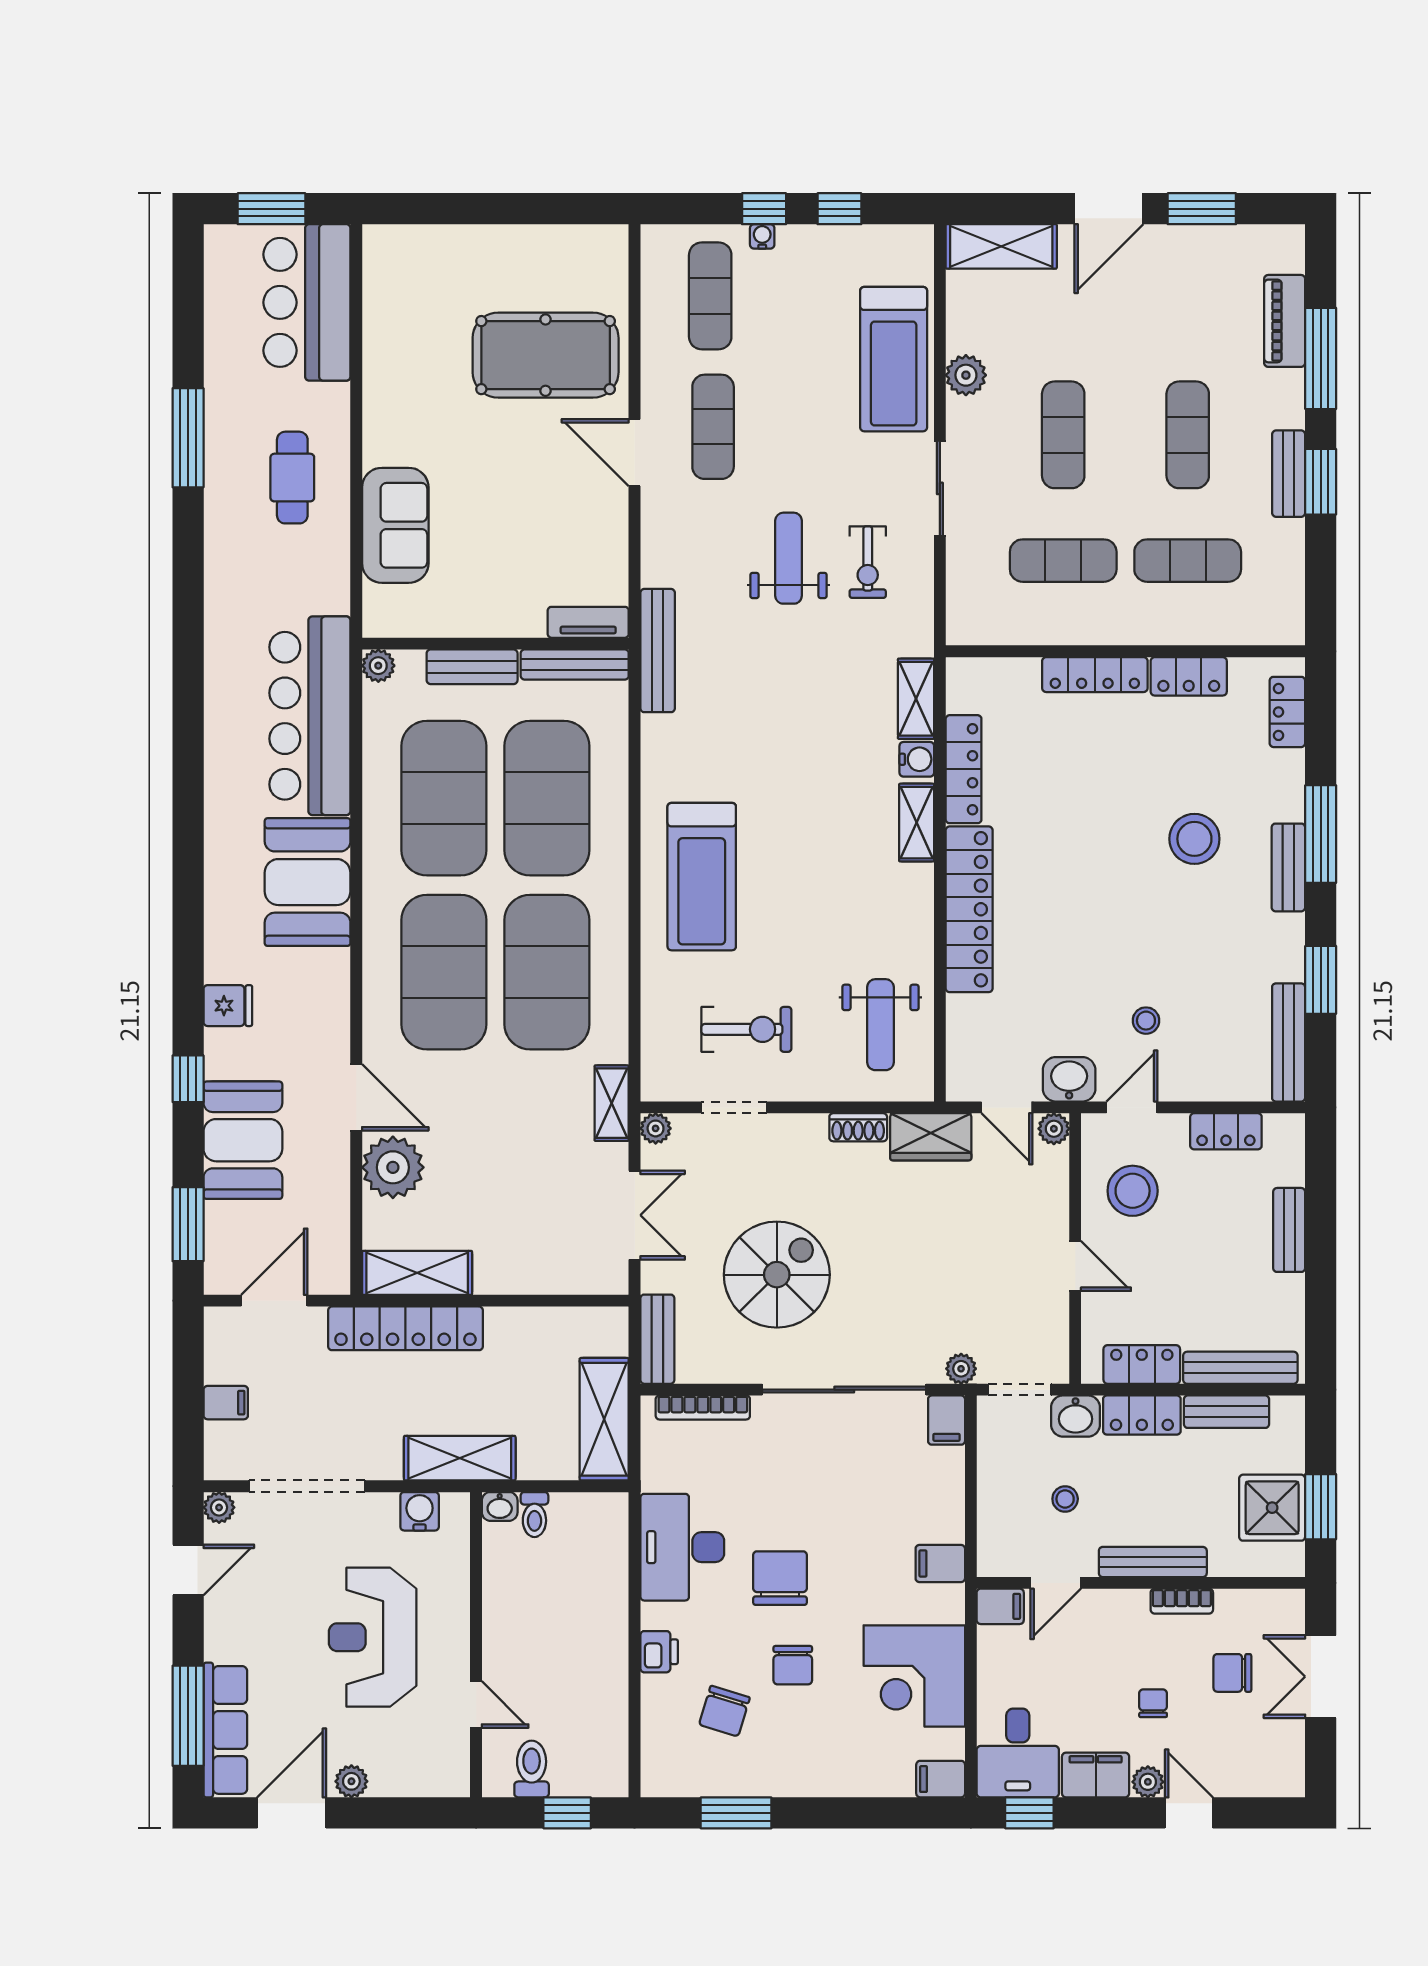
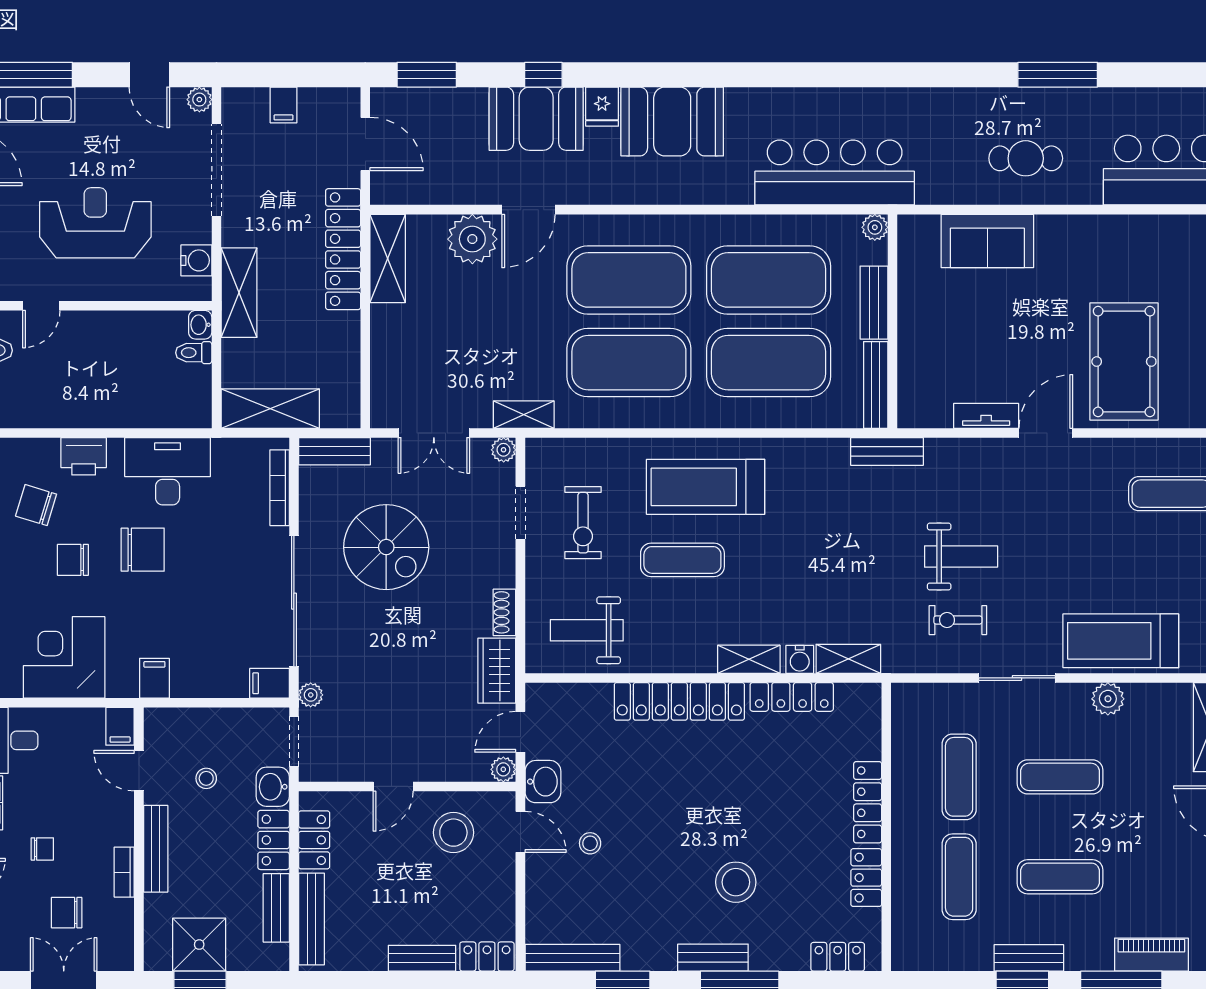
exercise mat: (713, 427) -> (682, 560), moved
tv unit: (588, 622) -> (986, 416), moved, turned -90
bench: (658, 651) -> (887, 451), width x0.73
booth: (308, 882) -> (672, 122), moved
locker: (1226, 1131) -> (487, 957), moved, turned 90
booth: (243, 1140) -> (536, 119), moved
printer: (659, 1652) -> (84, 456), width x1.36, depth x1.24
chair: (1232, 1673) -> (67, 913), turned -90

